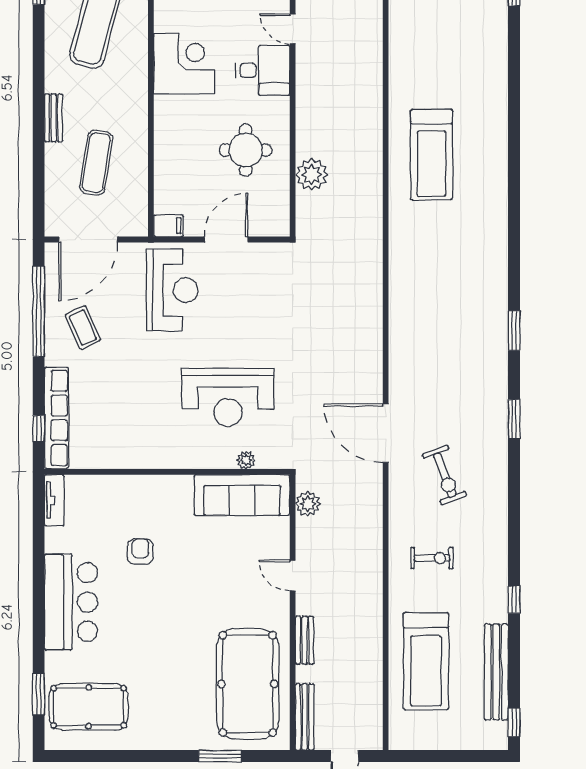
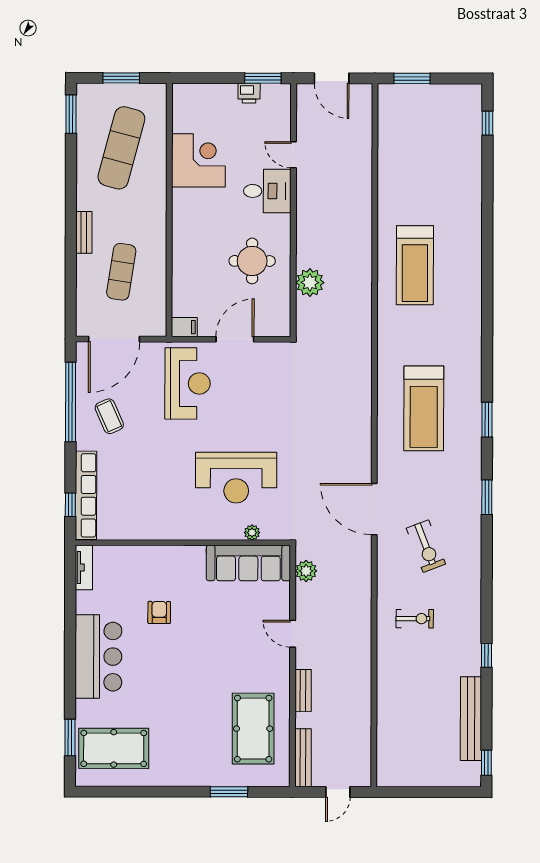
corner desk: (184, 64) -> (198, 160), moved
treadmill: (426, 661) -> (424, 408), moved
pool table: (248, 684) -> (253, 729), width x0.73, depth x0.76

